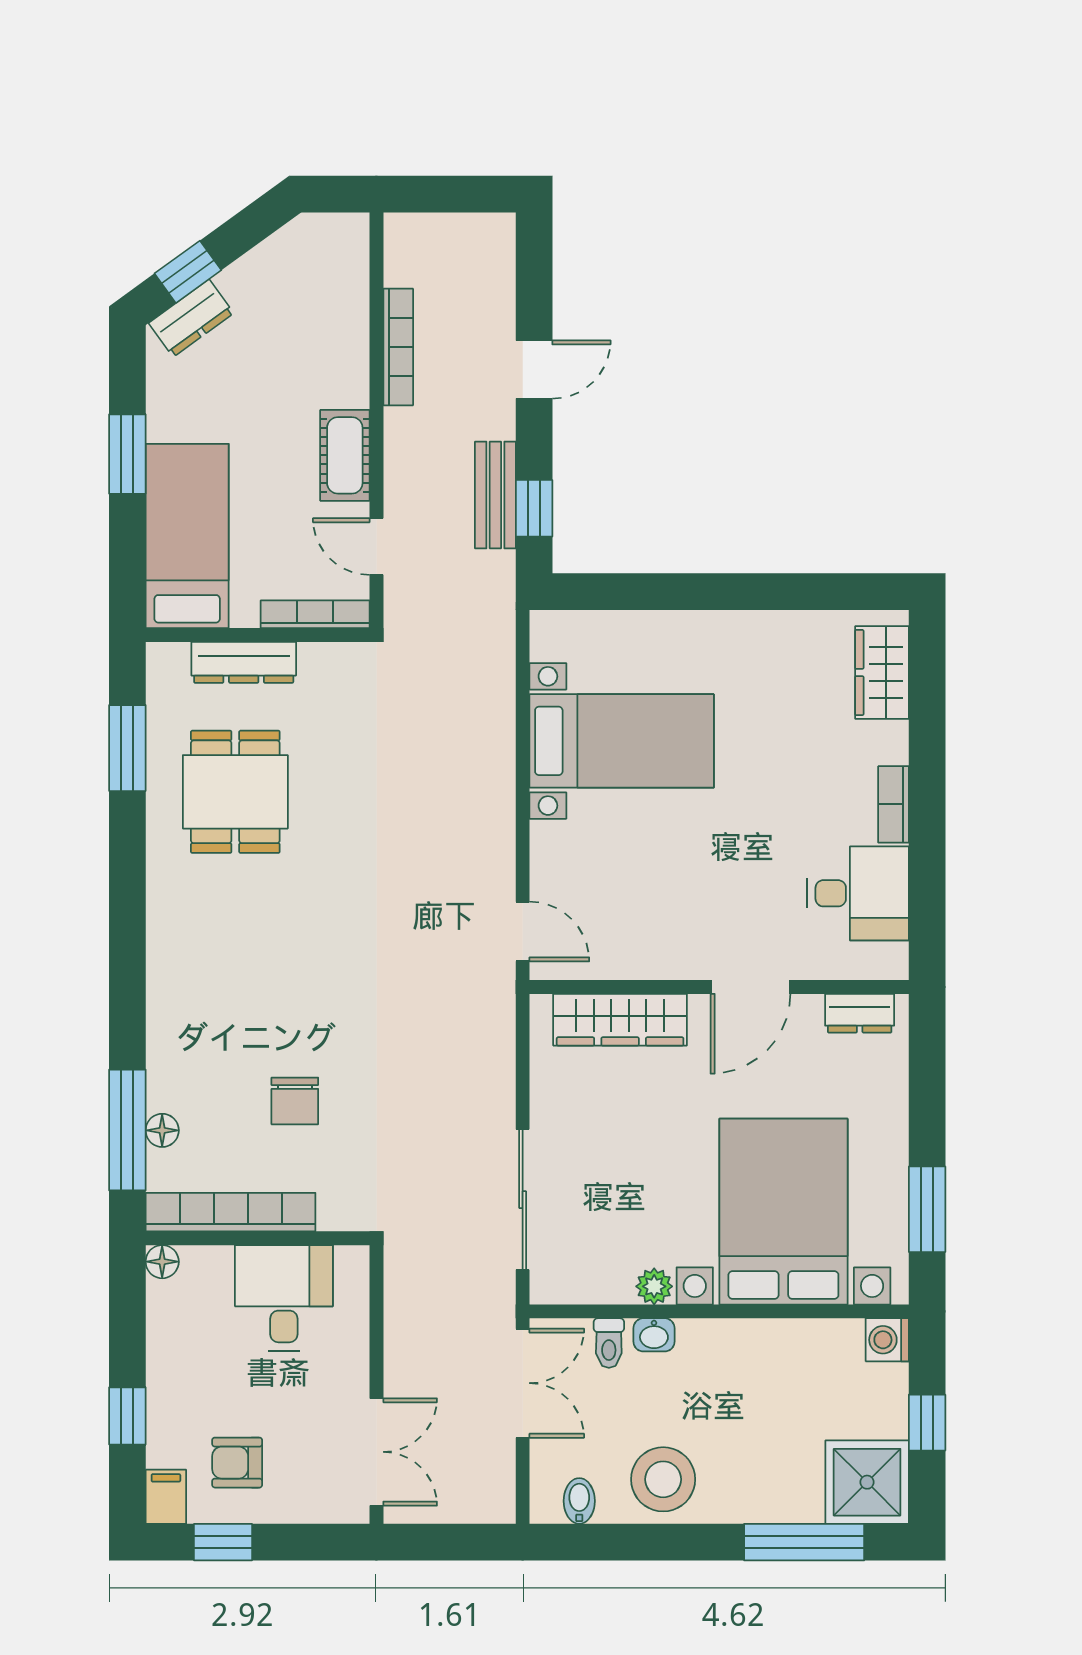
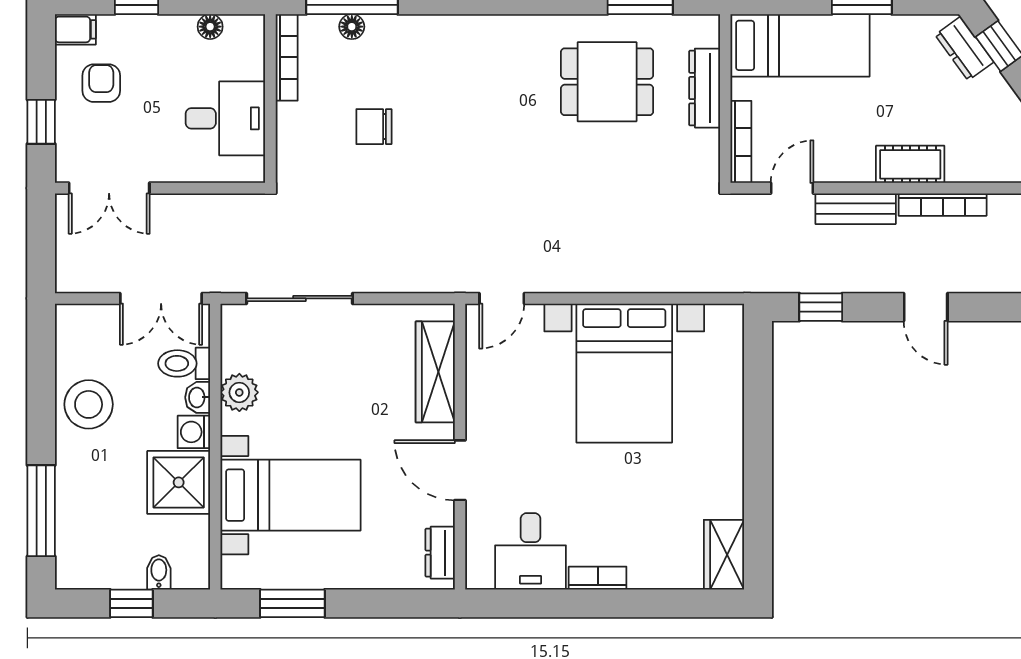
cot: (345, 455) -> (910, 164), moved
bench: (495, 495) -> (856, 209), moved
wardrobe: (882, 672) -> (724, 555), moved, turned -90
bed with nightstands: (622, 741) -> (624, 373), width x1.36
bookcase: (231, 1212) -> (287, 57), width x0.68, depth x0.76
bed with nightstands: (783, 1212) -> (290, 495), width x0.73
floor lamp: (162, 1262) -> (210, 27), moved
plant: (654, 1286) -> (239, 392), width x1.38, depth x1.38
washing machine: (887, 1340) -> (194, 432), moved, turned -90
toilet: (609, 1343) -> (184, 363), width x1.37, depth x1.39
shower: (867, 1482) -> (179, 482), moved
bidet: (579, 1501) -> (159, 572), moved, turned -90
window: (223, 1542) -> (41, 122), moved

